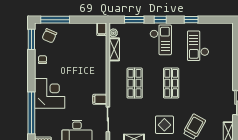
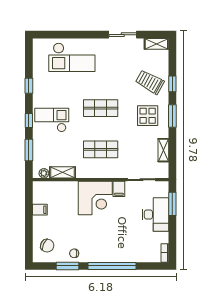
window: (55, 20) -> (29, 239), removed
filing cabinet: (102, 29) -> (40, 210), moved
window: (31, 39) -> (68, 266), moved
checkout: (198, 46) -> (72, 57), moved, width x1.36, depth x1.21
corner desk: (50, 93) -> (95, 198), moved, turned 180
window: (31, 113) -> (112, 266), moved

